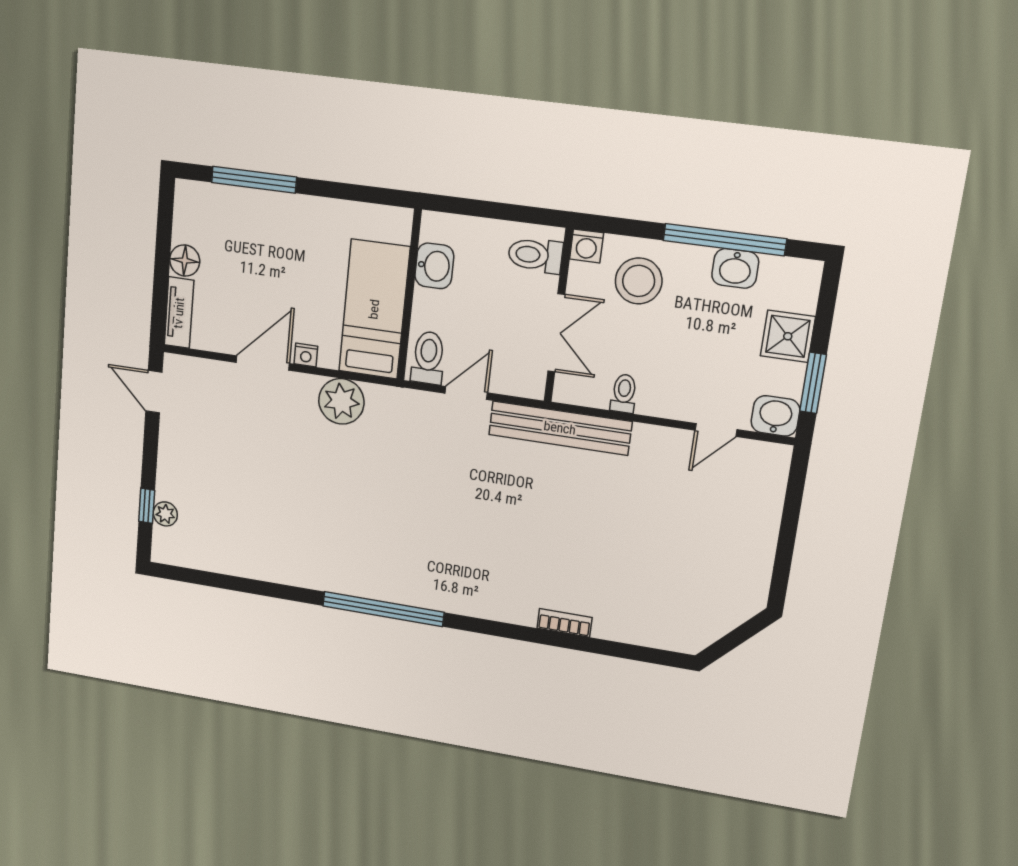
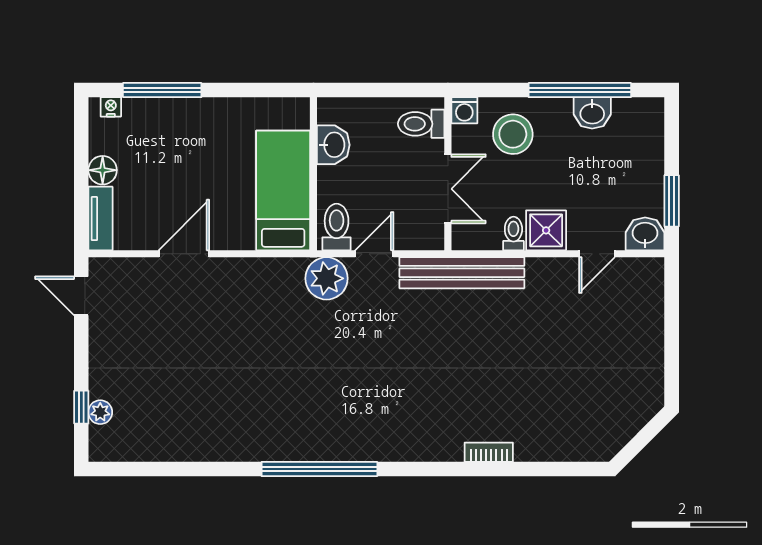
shower: (788, 336) -> (546, 230), moved
nightstand: (306, 355) -> (111, 107), moved, turned 180
plant: (341, 401) -> (327, 278), moved

